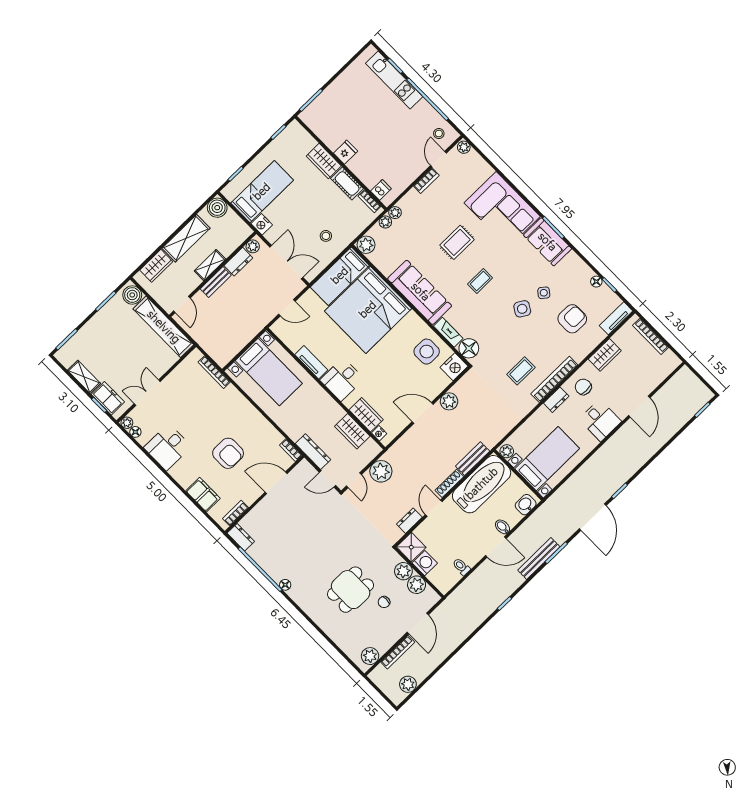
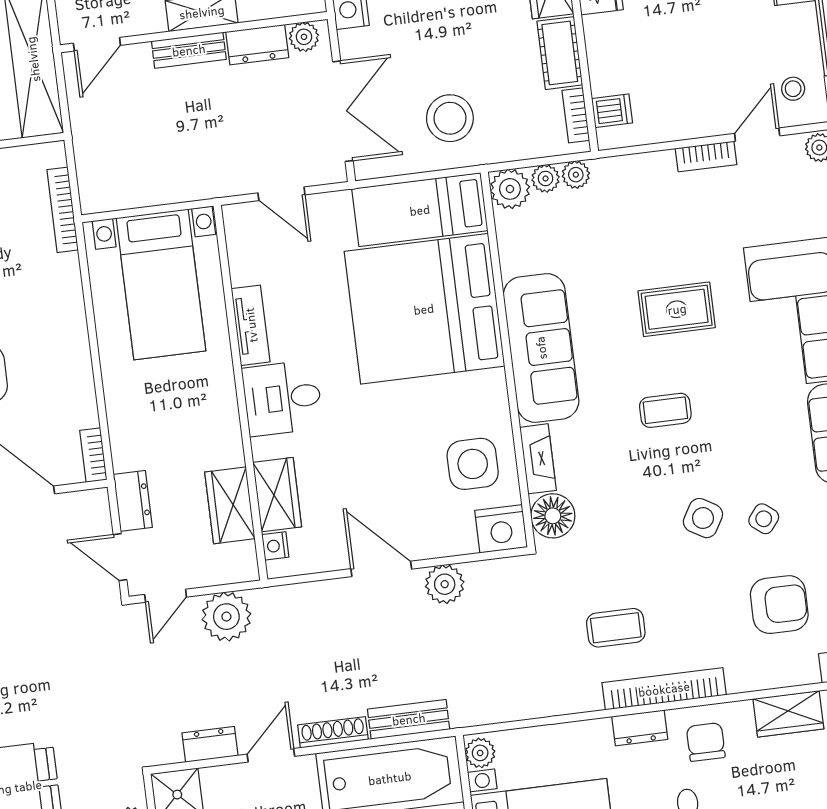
plant: (395, 213) -> (546, 178), moved
stool: (326, 236) -> (450, 118), width x1.89, depth x1.89
dresser: (313, 452) -> (133, 501), width x0.70

